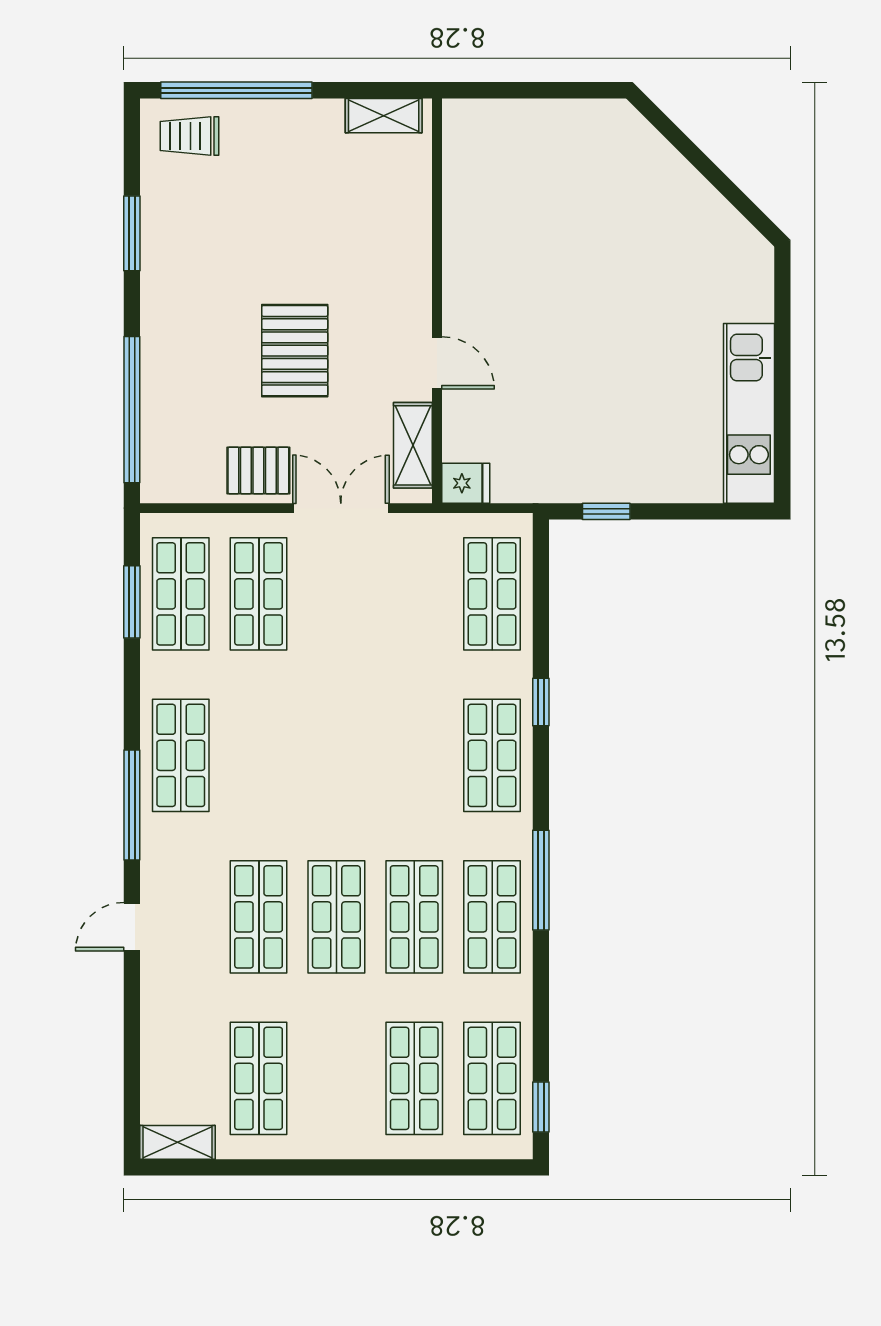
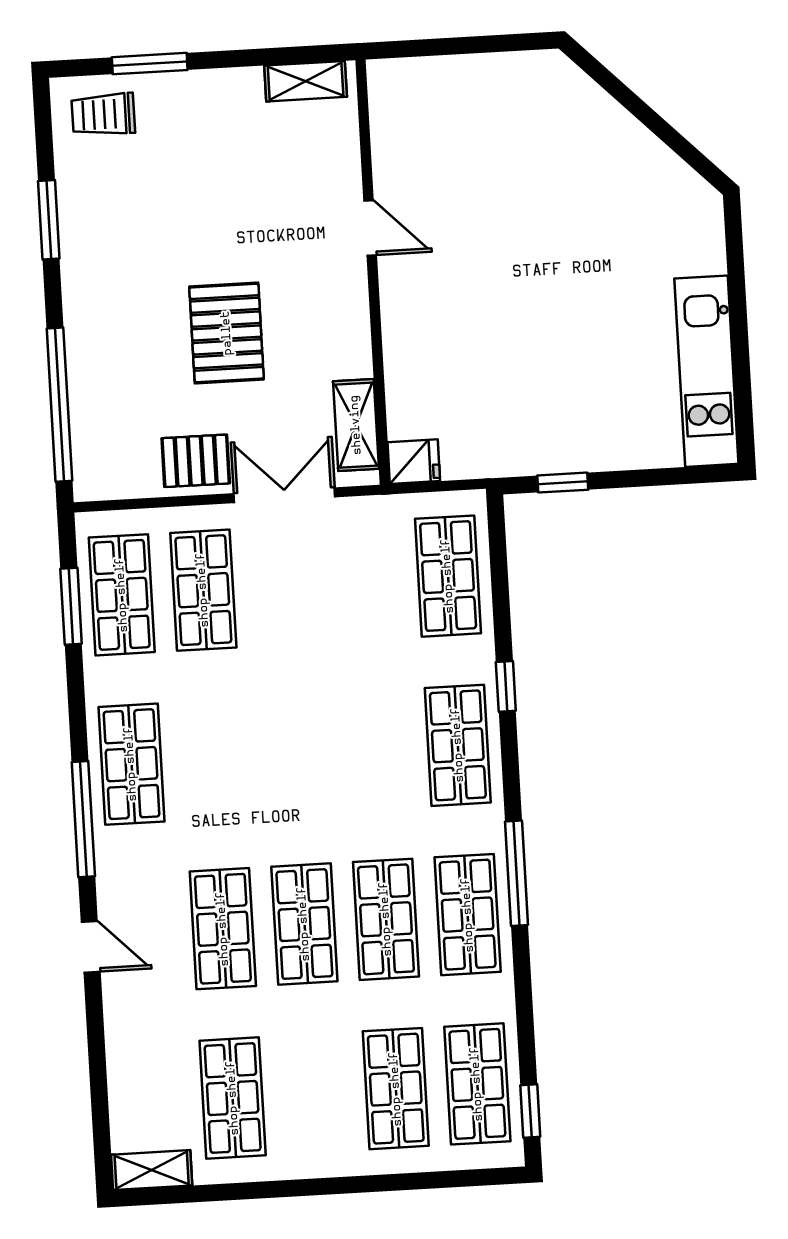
window: (236, 90) -> (150, 64), width x0.47
door: (437, 363) -> (370, 228), moved
door: (132, 927) -> (91, 947), swing flipped

